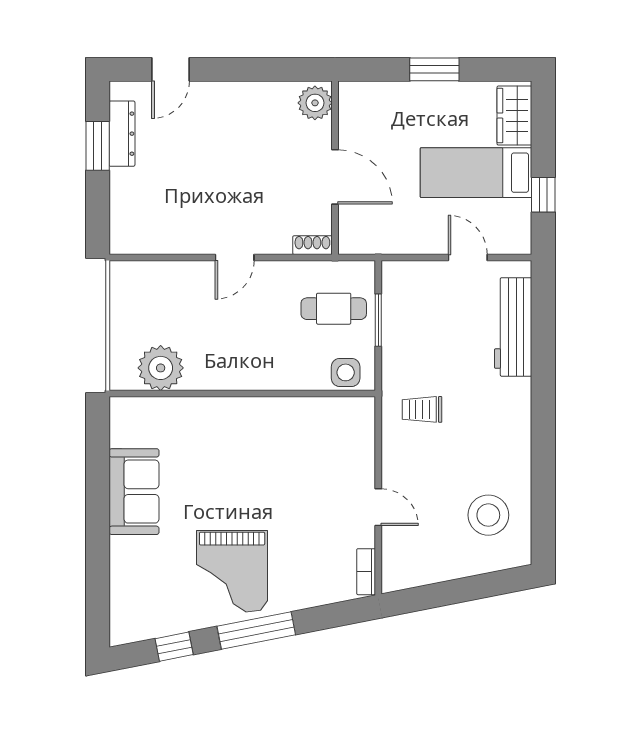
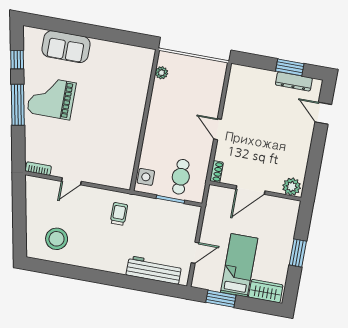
window: (543, 195) -> (221, 299), width x1.50
plant: (161, 368) -> (161, 73), width x0.53, depth x0.53
sofa: (134, 492) -> (66, 47), moved

